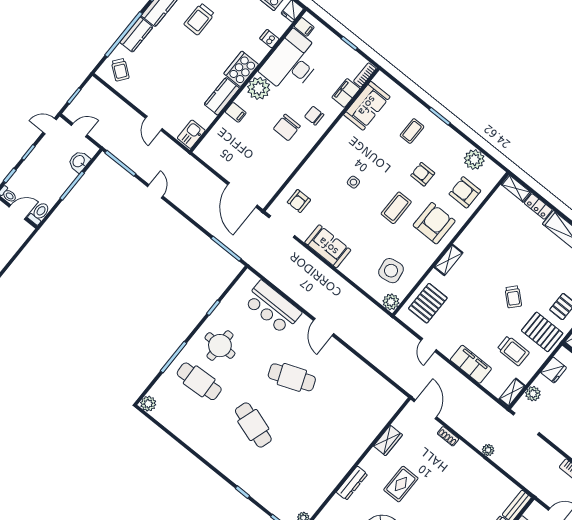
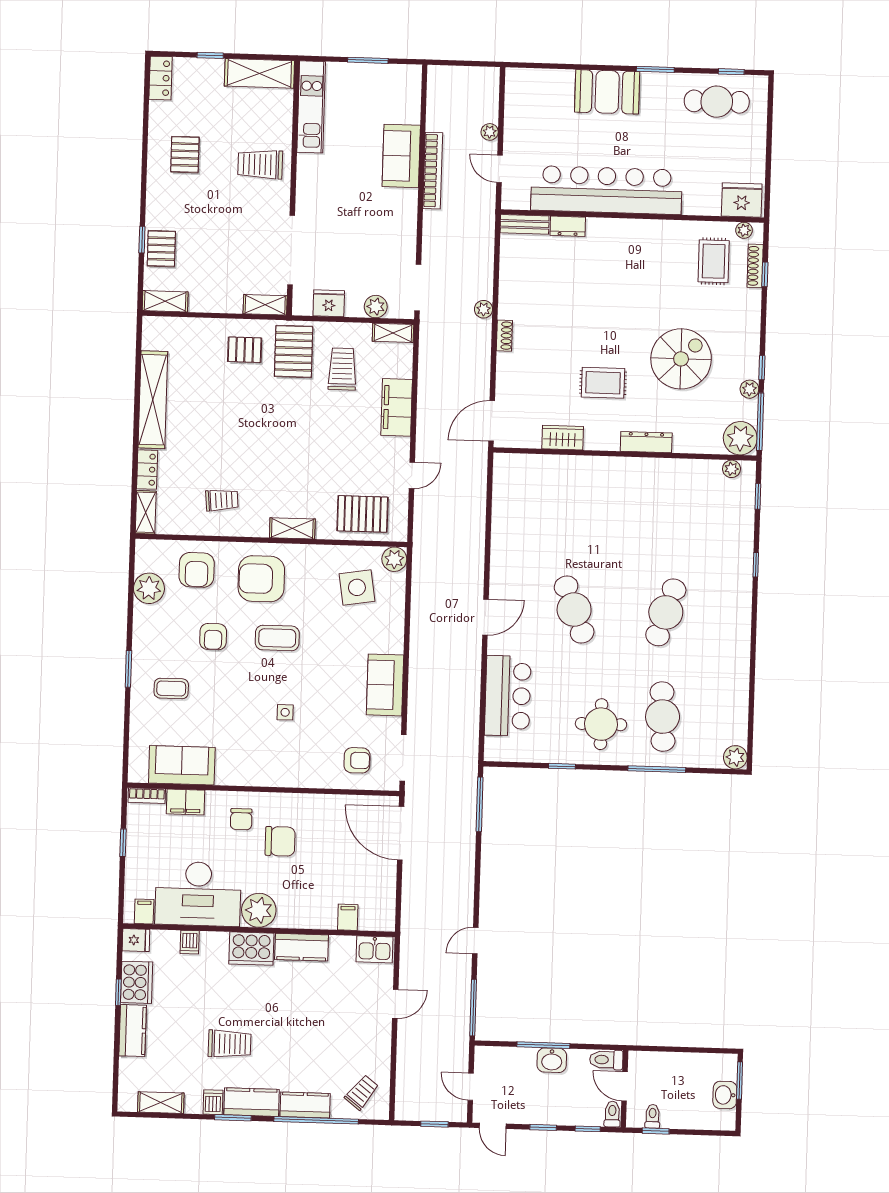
filing cabinet: (236, 112) -> (348, 917), moved
washbasin: (79, 161) -> (552, 1060), moved
door: (242, 195) -> (401, 833), swing flipped
trolley: (513, 297) -> (222, 500), moved, turned 43
shoe rack: (448, 436) -> (504, 336), moved

